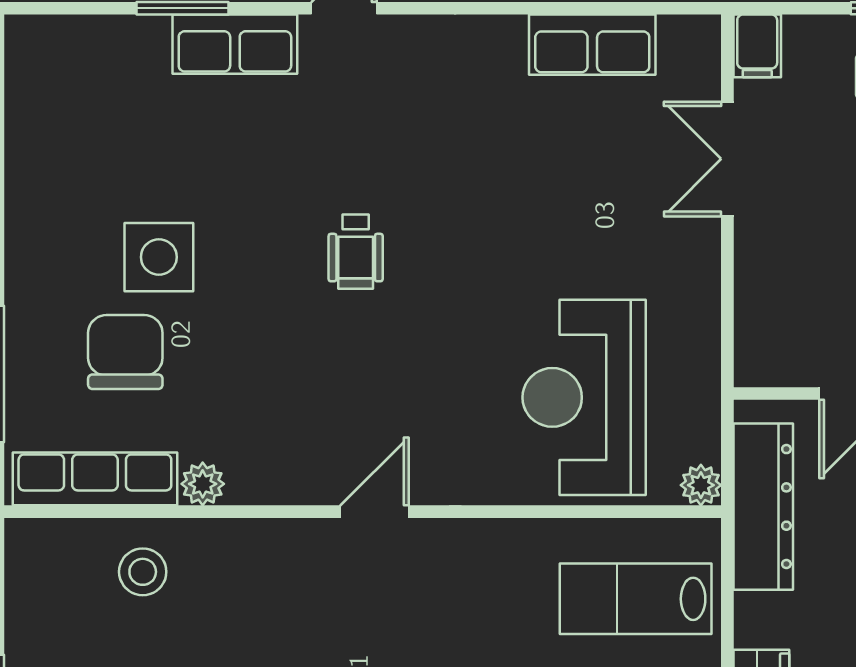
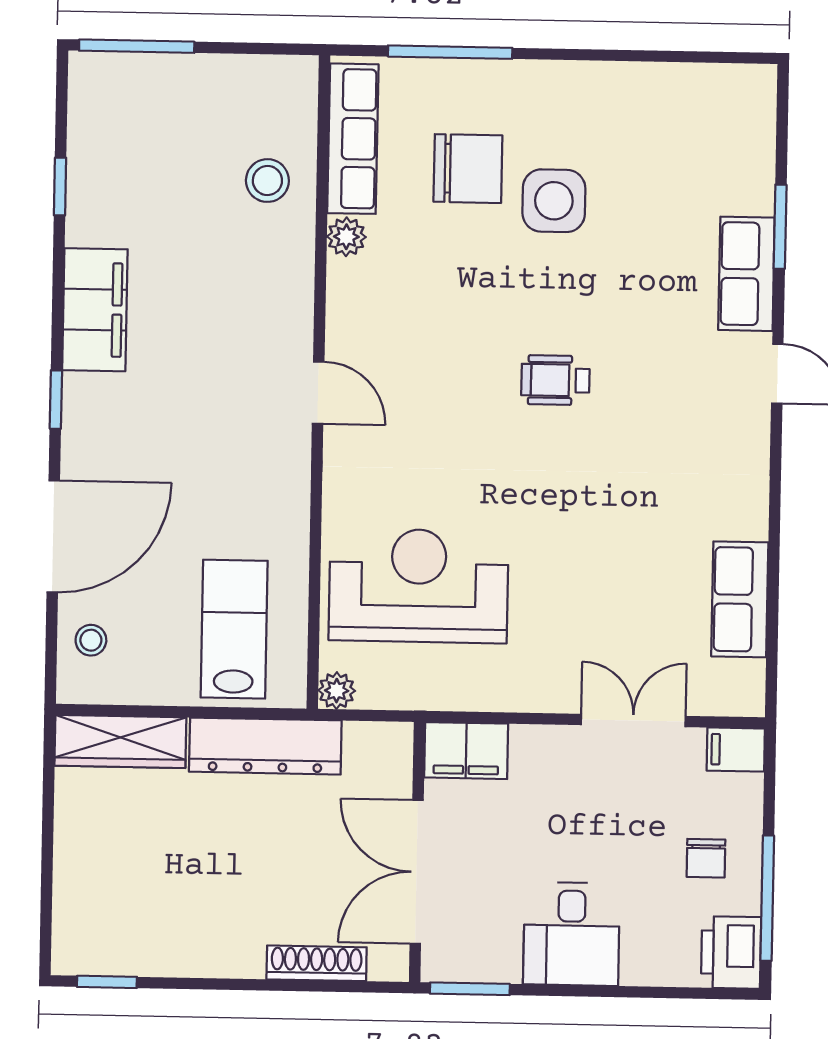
filing cabinet: (764, 342) -> (466, 751), added
dresser: (763, 507) -> (265, 746), moved

